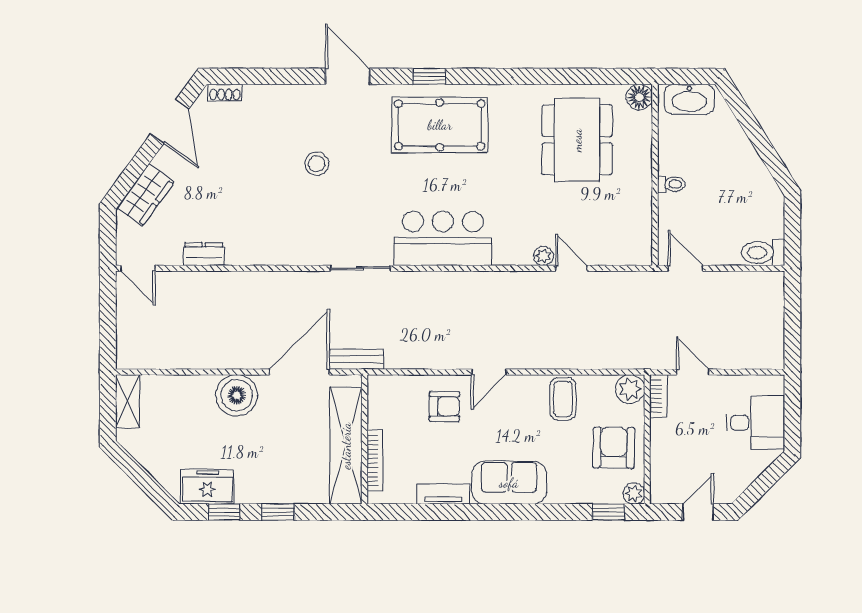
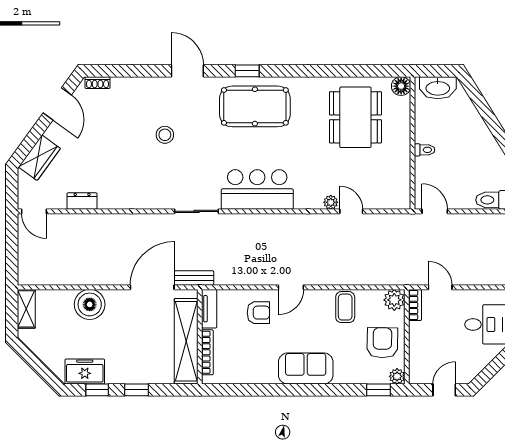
boiler: (237, 395) -> (90, 304), moved
tv unit: (443, 494) -> (209, 309), moved, turned 90

